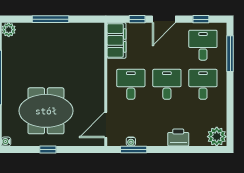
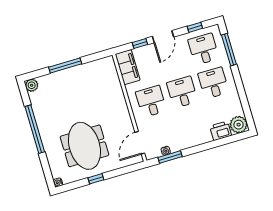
meeting table: (46, 111) -> (84, 146), turned 90
printer: (178, 138) -> (221, 131), moved

